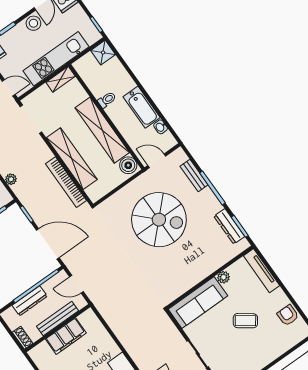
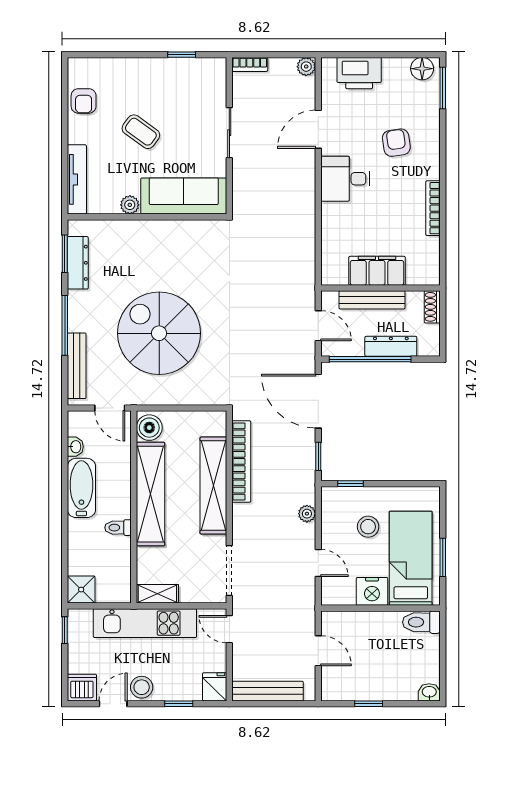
bench: (194, 175) -> (77, 366), width x1.36

